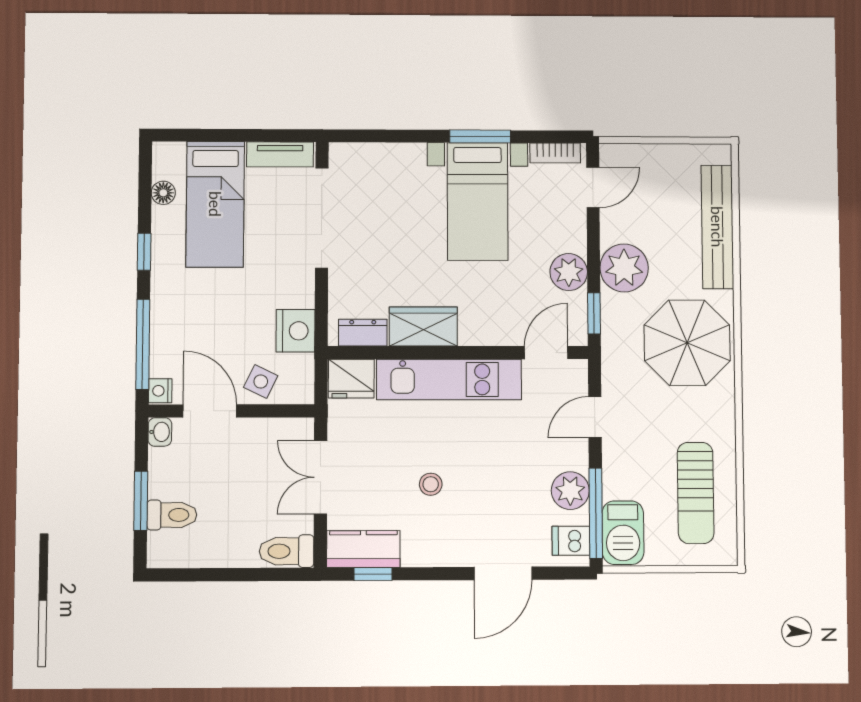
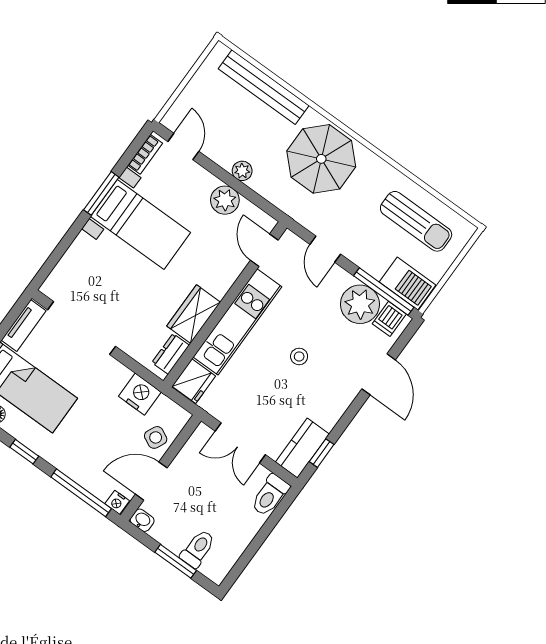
plant: (624, 268) -> (242, 171), width x0.53, depth x0.53
window: (594, 313) -> (262, 203), removed
stool: (431, 484) -> (299, 356), moved
plant: (570, 491) -> (360, 304), width x1.36, depth x1.36

